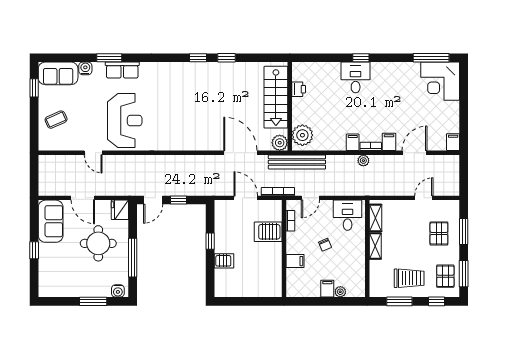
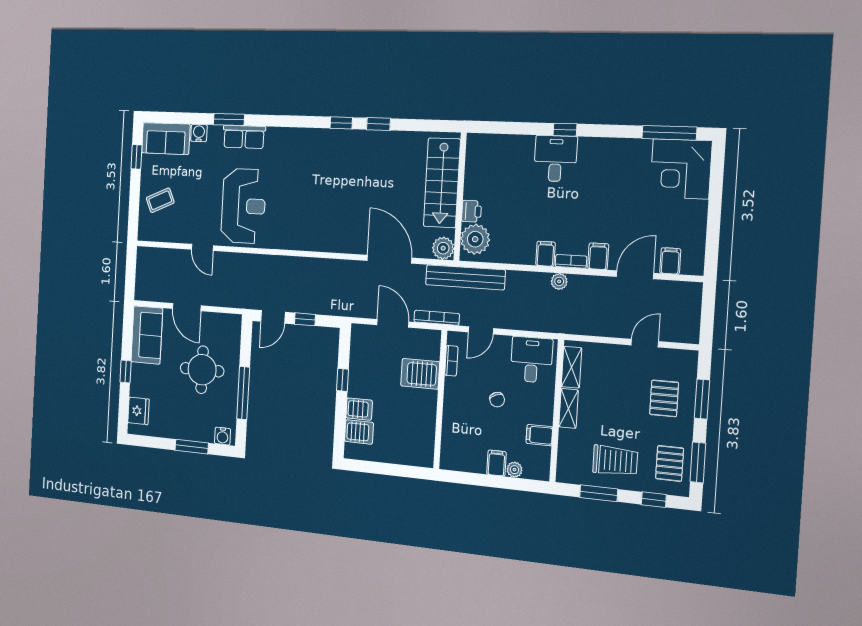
printer: (299, 89) -> (471, 211), moved
filing cabinet: (453, 142) -> (670, 261), moved
fridge: (120, 210) -> (138, 411), moved, turned 180
filing cabinet: (295, 261) -> (539, 435), moved, turned 180
server rack: (225, 277) -> (359, 432), added

